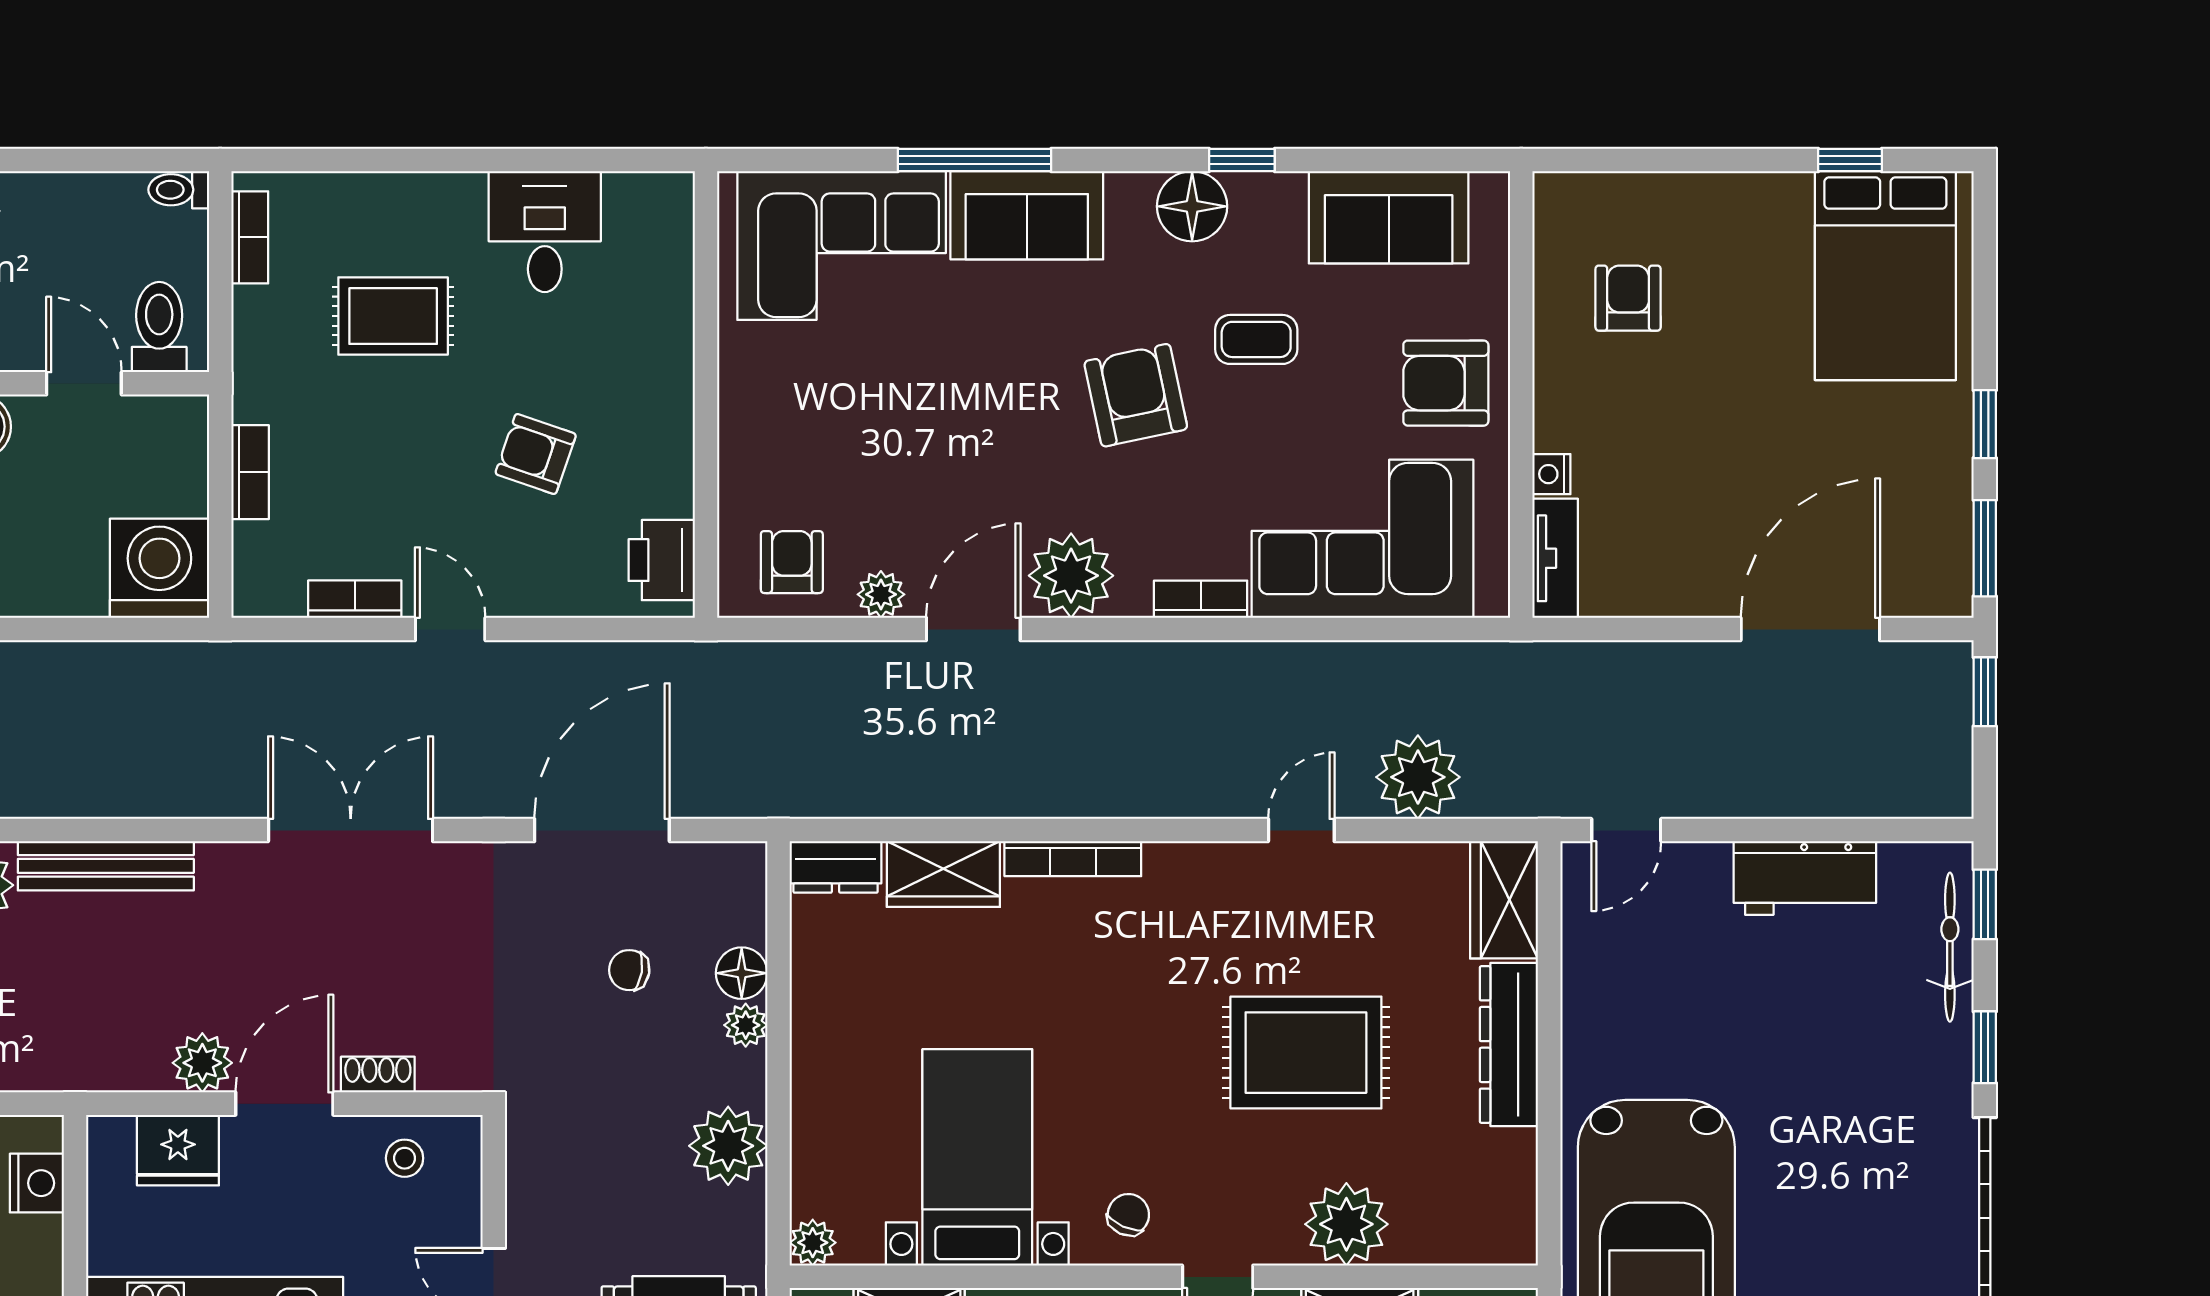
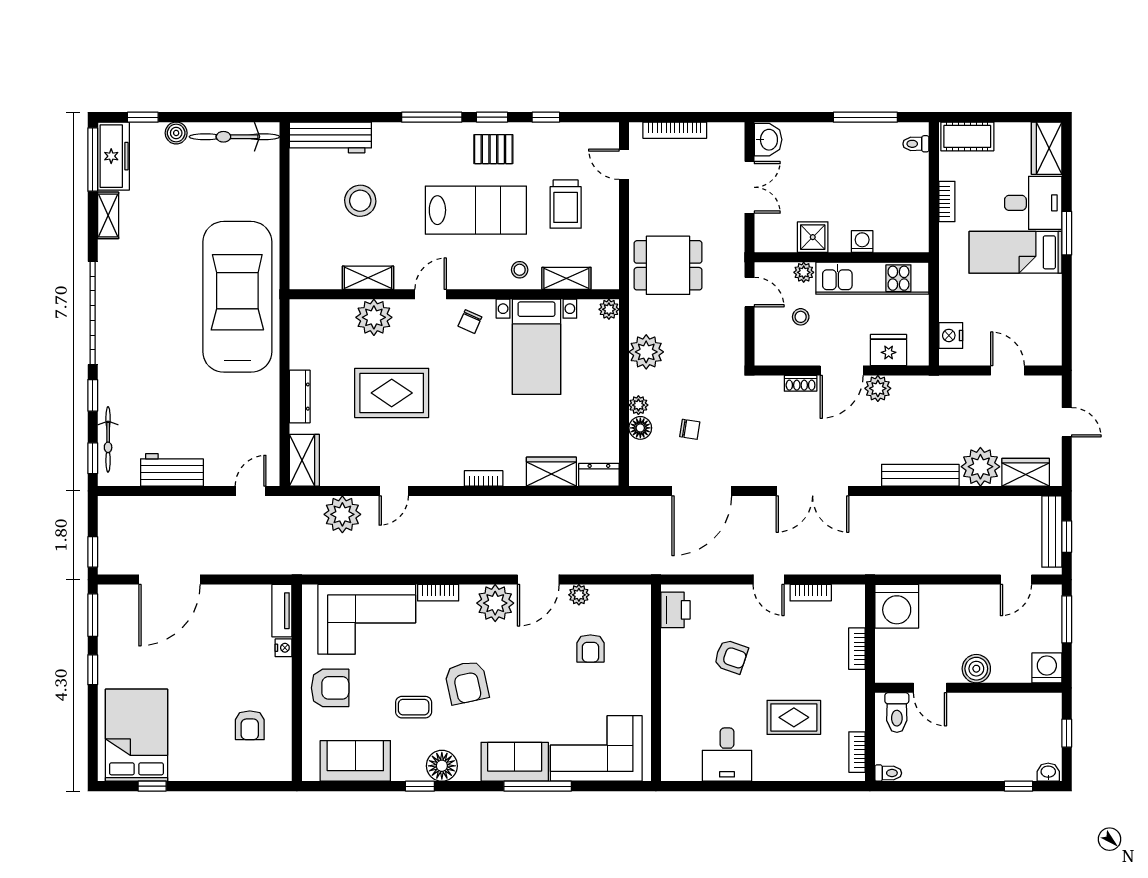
armchair: (792, 562) -> (590, 648), moved
bookcase: (1073, 859) -> (484, 478), width x0.64
dresser: (1509, 1044) -> (300, 397), width x0.73, depth x0.80
stool: (405, 1158) -> (801, 317), moved

